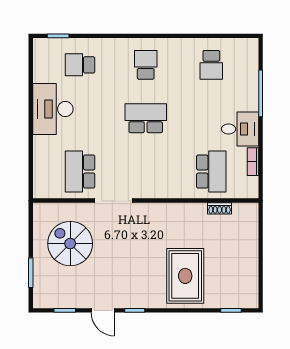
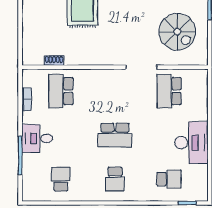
desk: (240, 129) -> (37, 138), moved
school desk: (80, 172) -> (169, 91), turned 180

